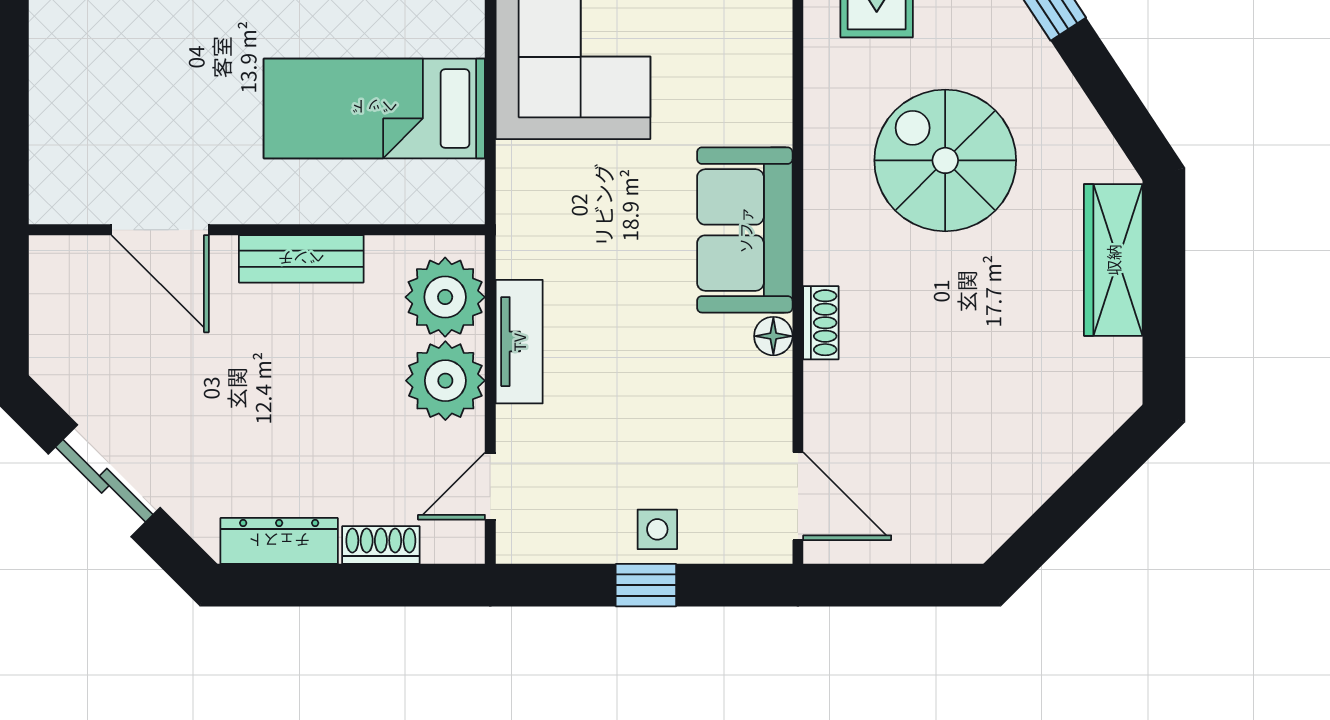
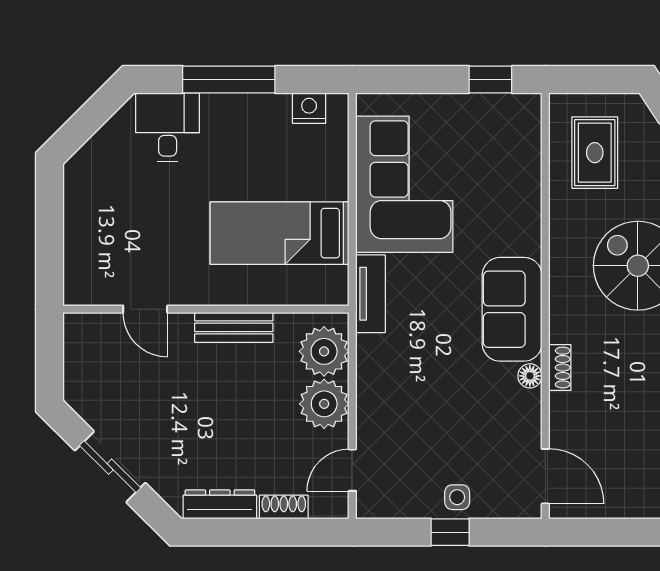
door: (160, 230) -> (145, 309), width x0.73
tv unit: (519, 342) -> (370, 294), moved

